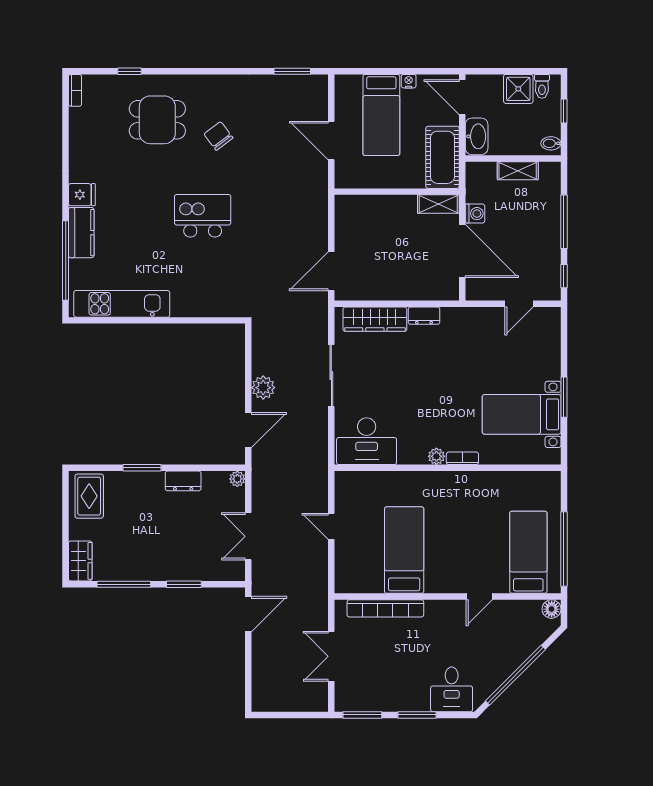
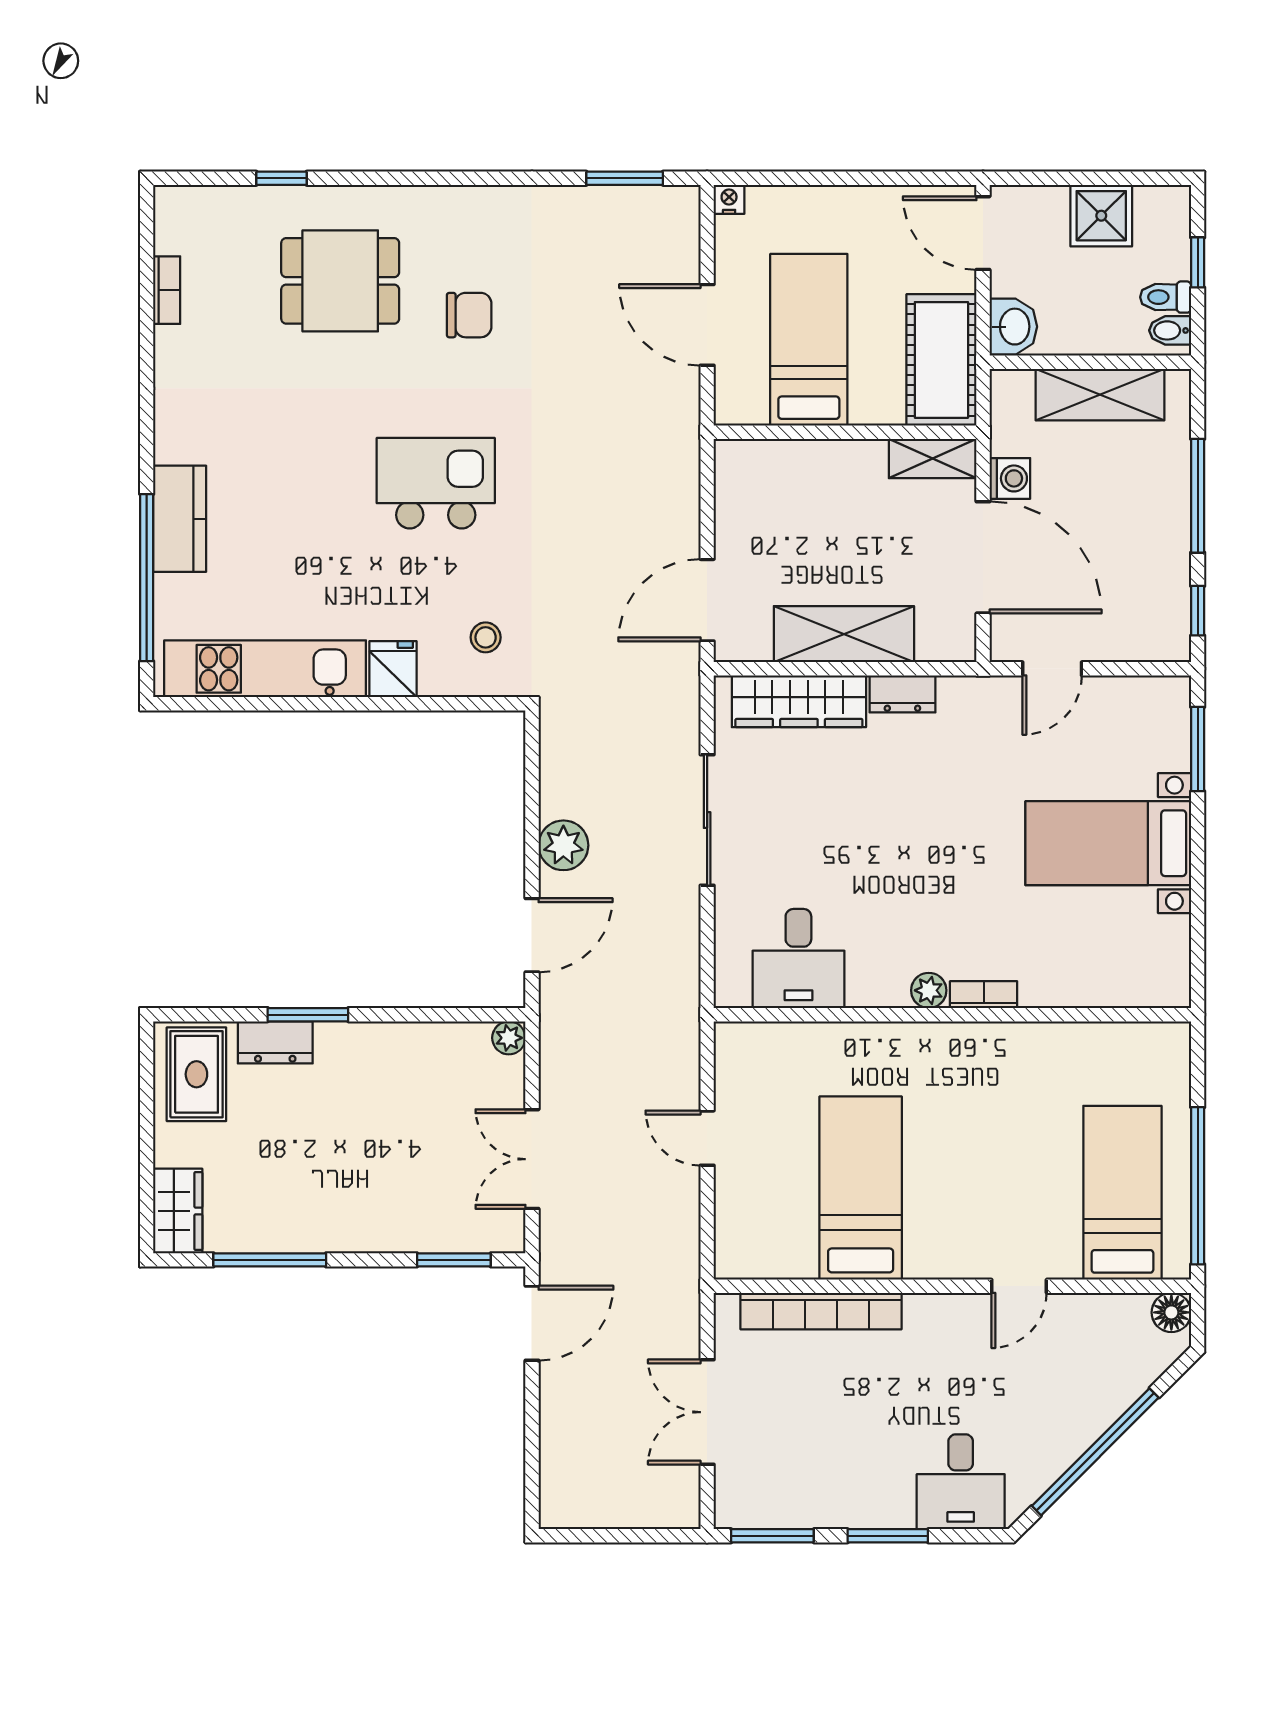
nightstand: (409, 81) -> (729, 199), moved
toilet: (542, 86) -> (1166, 297), moved, turned 90
bookcase: (75, 90) -> (167, 290), moved
bed: (381, 115) -> (809, 340), moved, turned 180
chair: (218, 136) -> (469, 315), turned 127
washbasin: (477, 136) -> (1013, 327), width x0.72
shelving: (518, 171) -> (1100, 395), width x1.50, depth x1.33
fridge: (82, 195) -> (393, 669), moved, turned -90
shelving: (396, 287) -> (844, 634), added
stool: (226, 289) -> (486, 637), added
door: (519, 304) -> (1052, 669), moved
window: (564, 397) -> (1198, 749), moved
bed with nightstands: (522, 414) -> (1108, 843), moved
desk: (367, 441) -> (798, 959), width x0.73
dresser: (183, 481) -> (275, 1042), moved
window: (184, 584) -> (454, 1260), moved

